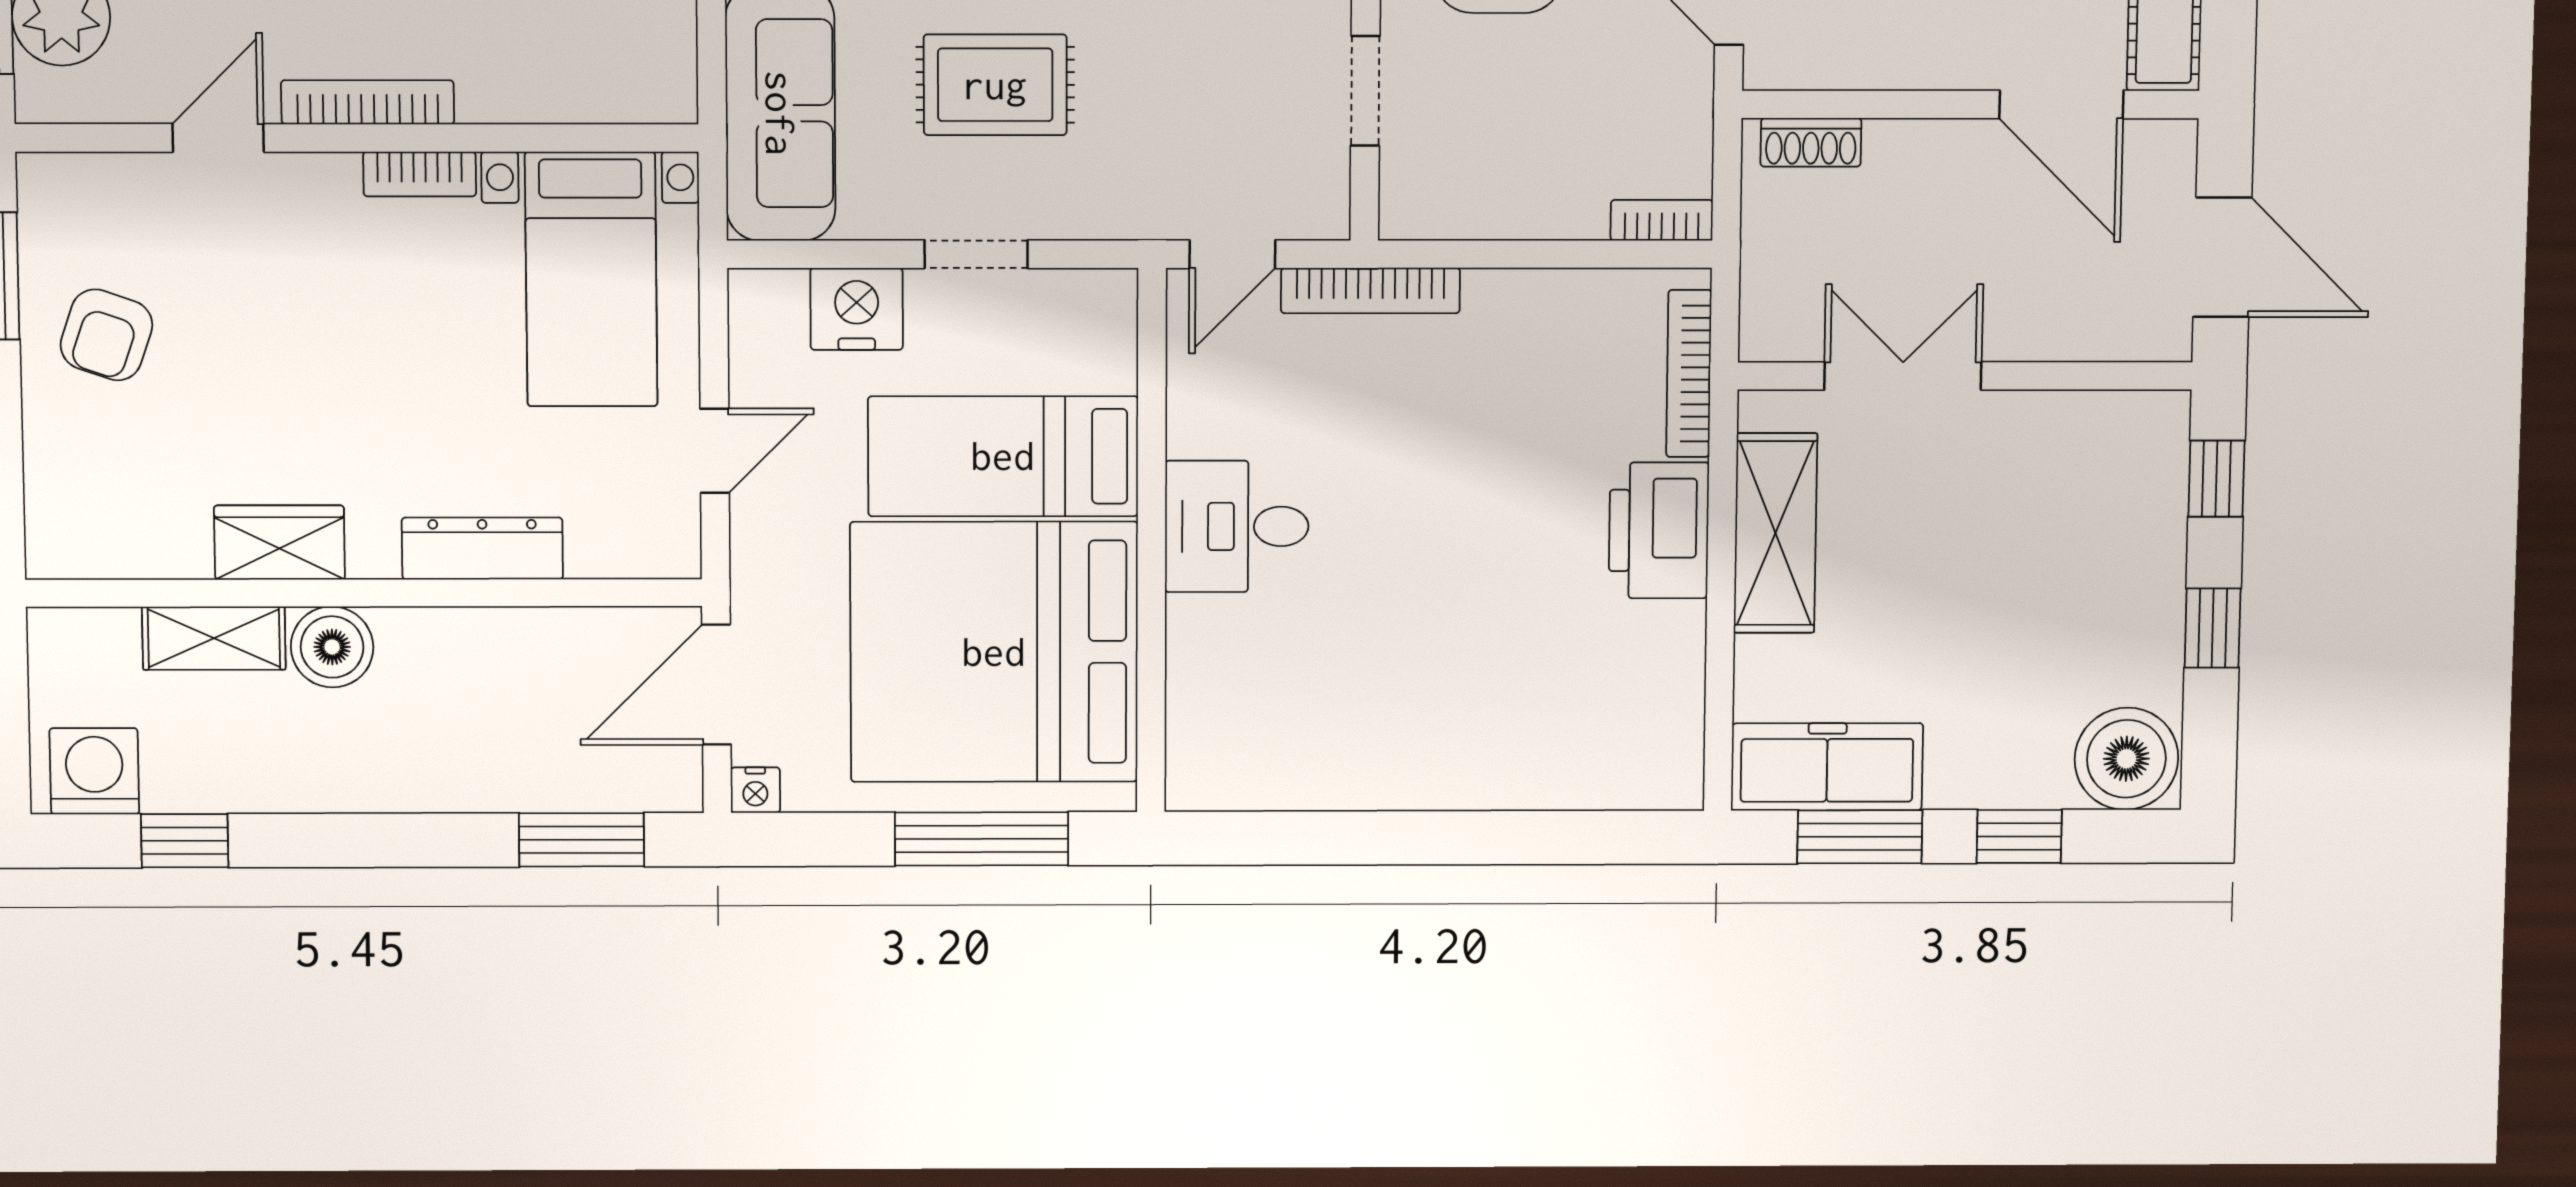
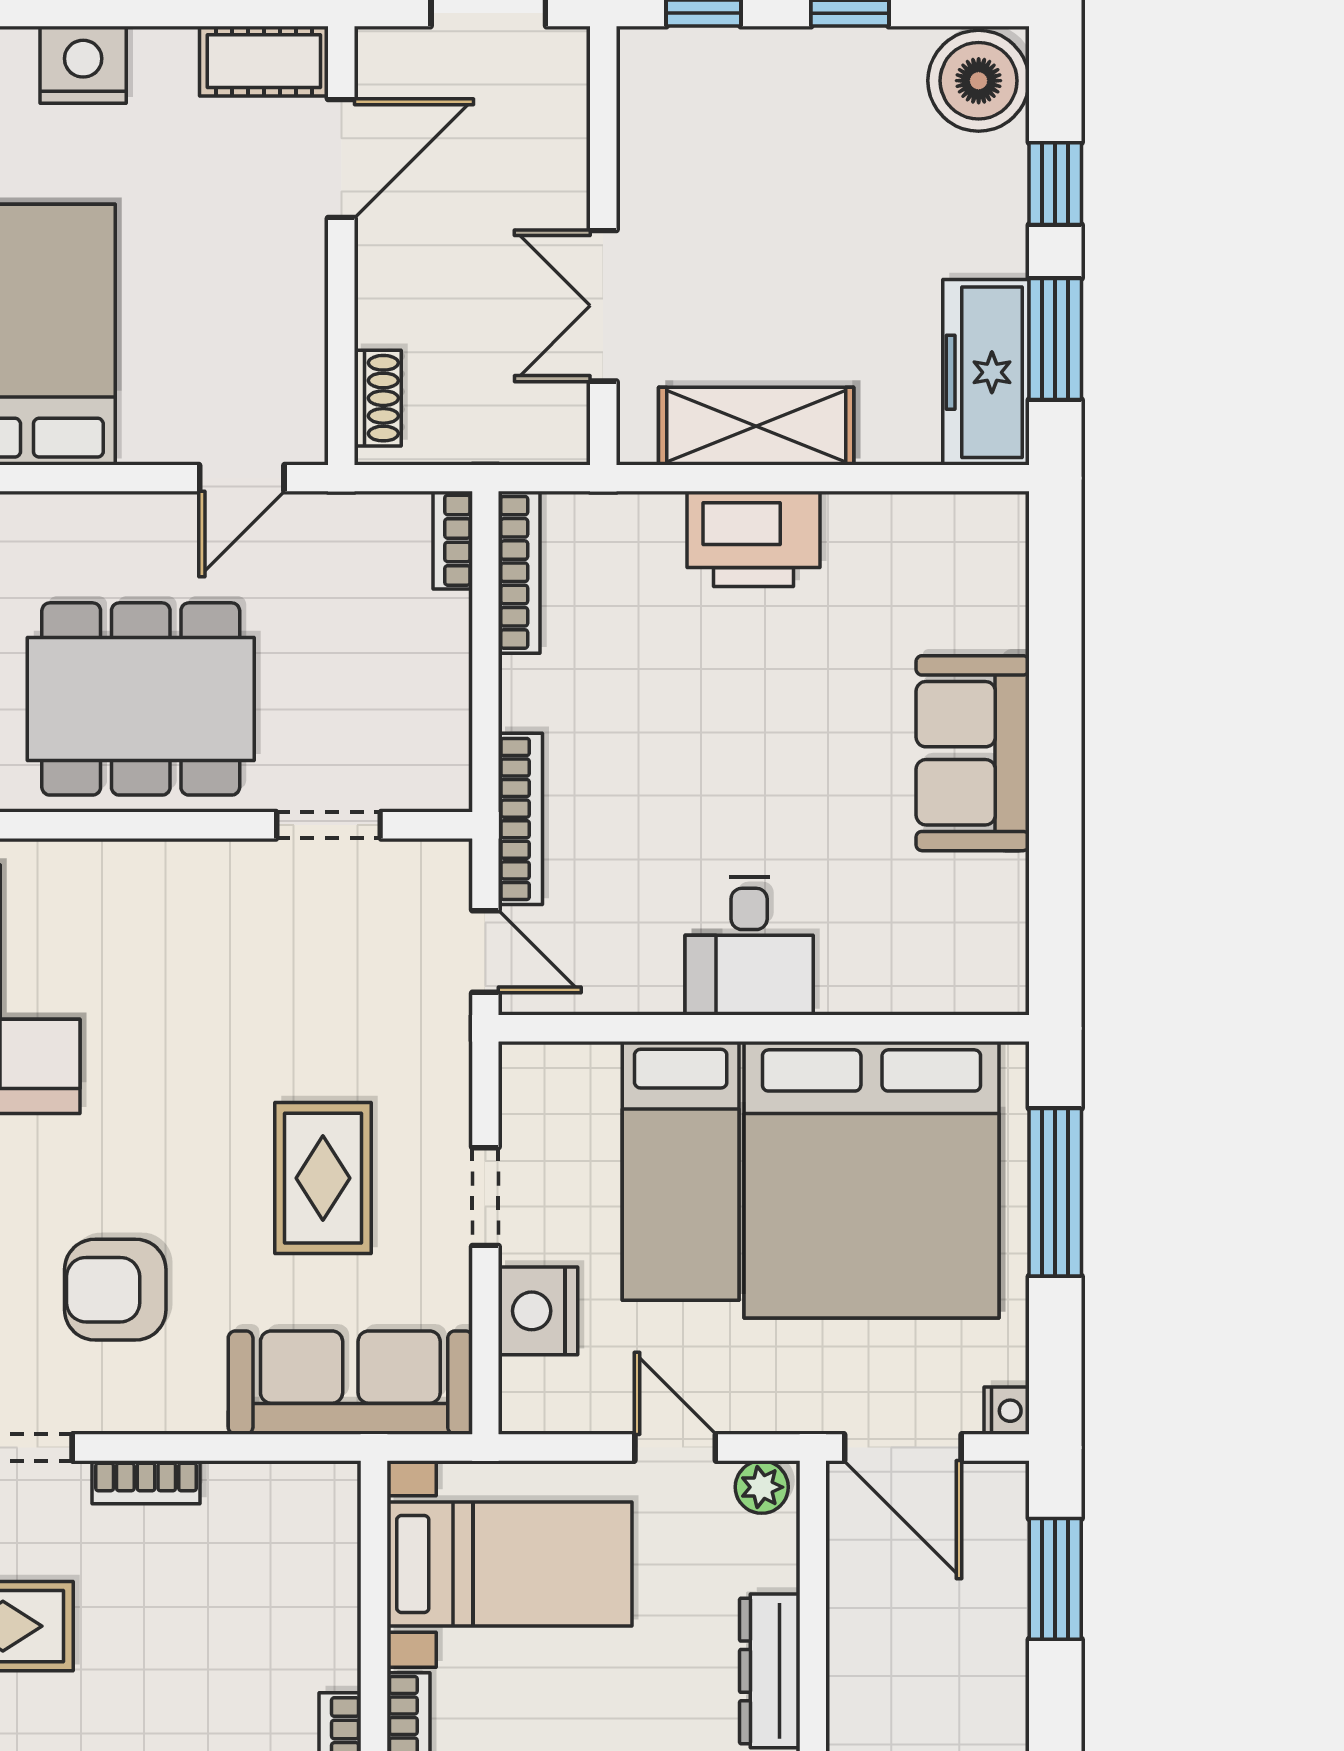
bookcase: (1689, 374) -> (519, 572), moved, turned -90
plant: (674, 540) -> (762, 1487), added
sofa: (1435, 754) -> (973, 753), added

